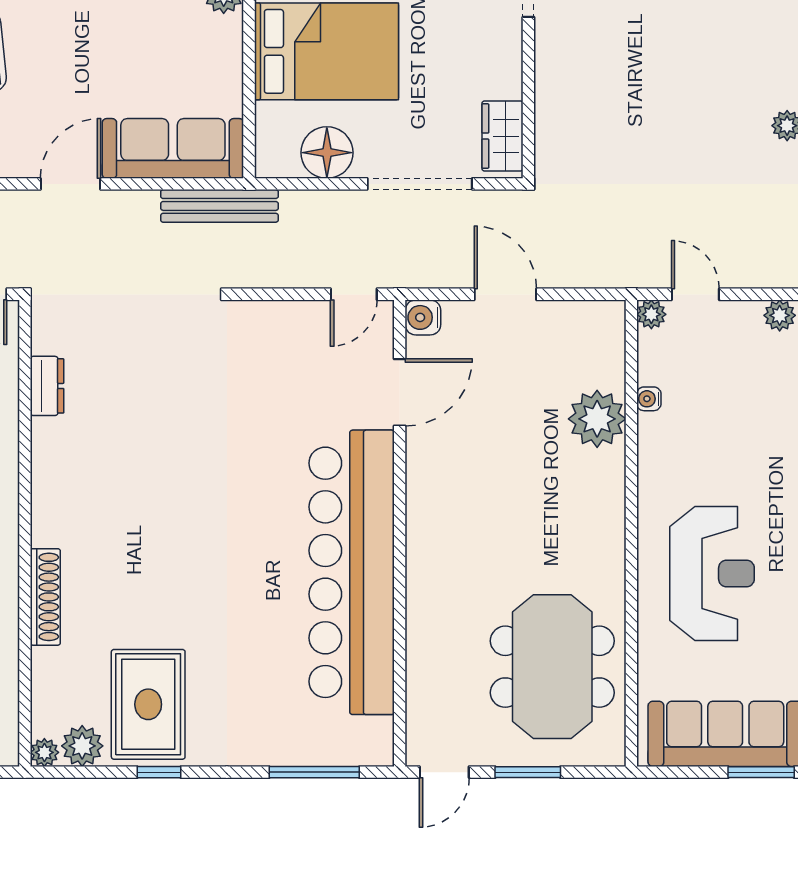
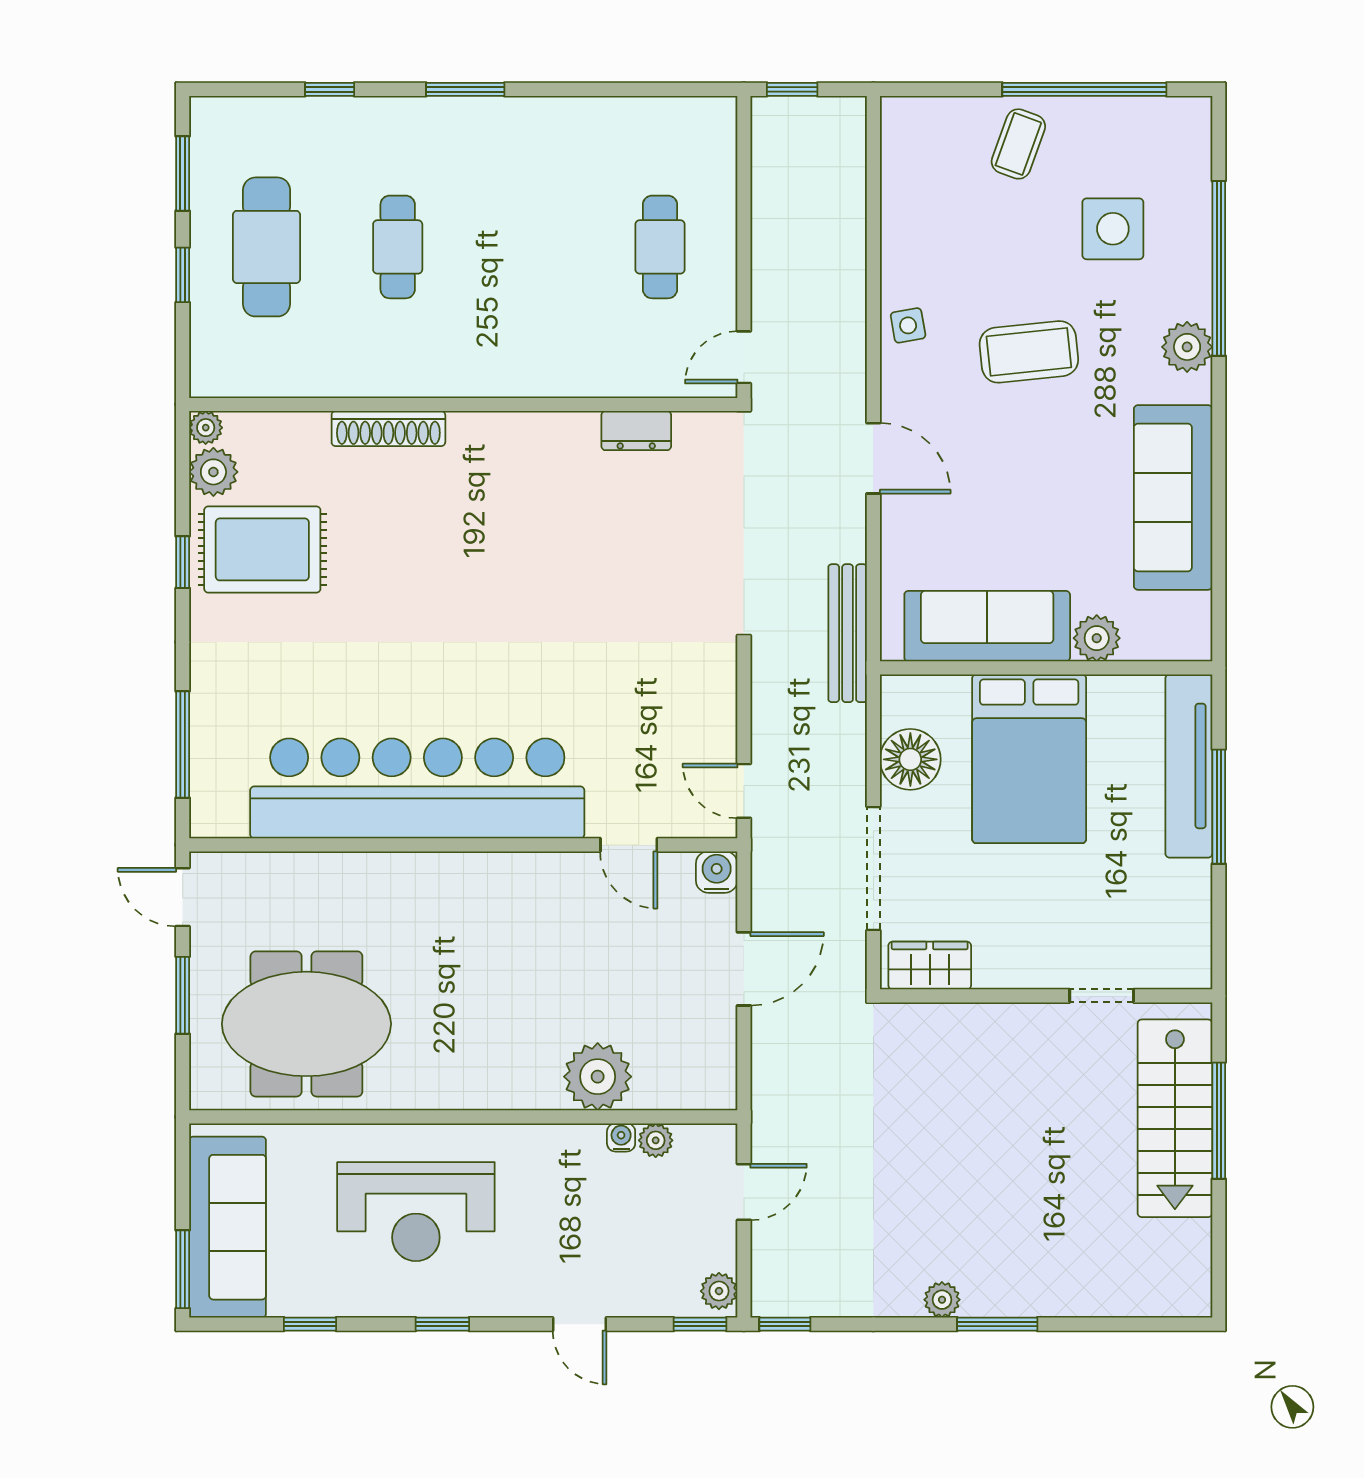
sofa: (173, 148) -> (987, 626), moved, turned -90
plant: (651, 314) -> (656, 1140), moved
door: (400, 392) -> (629, 845), width x0.73

